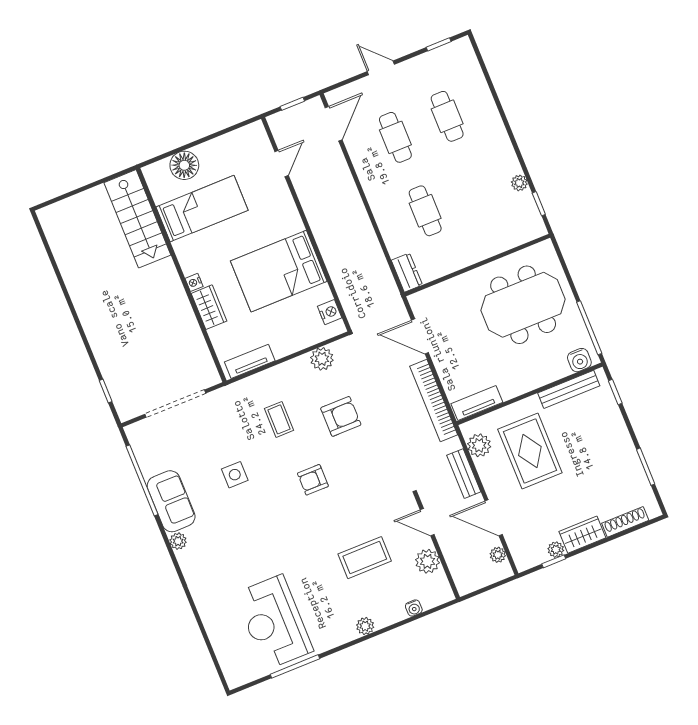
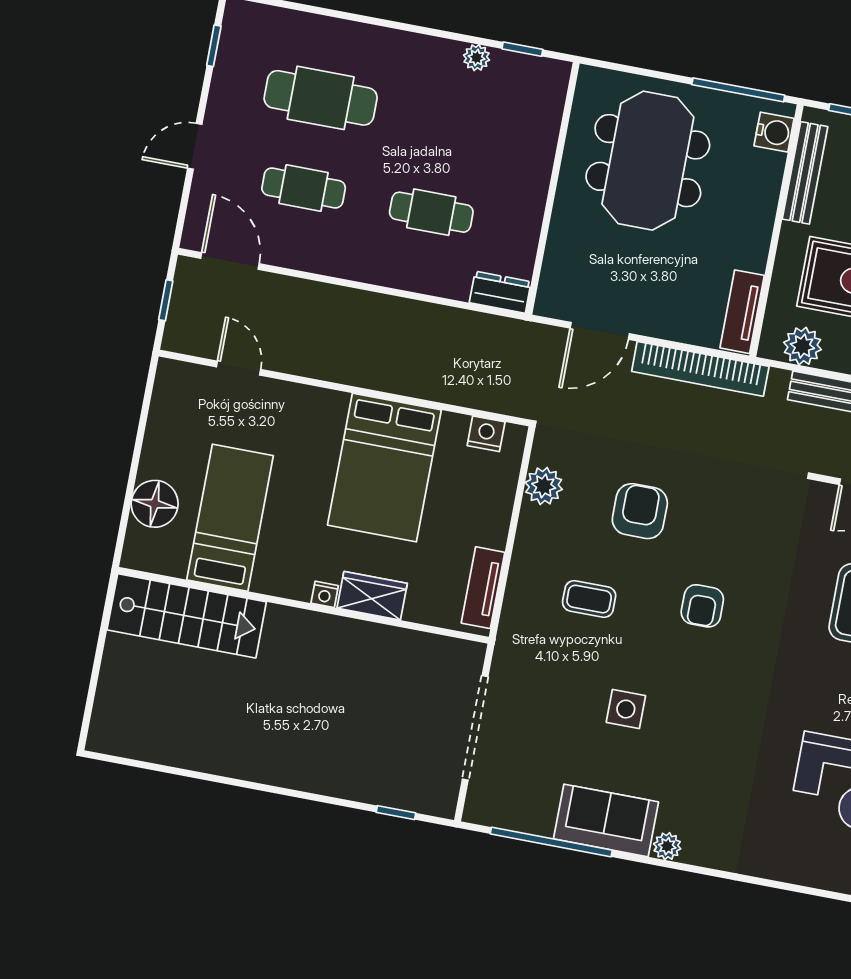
cafe table: (447, 116) -> (321, 98), width x1.37, depth x1.35

